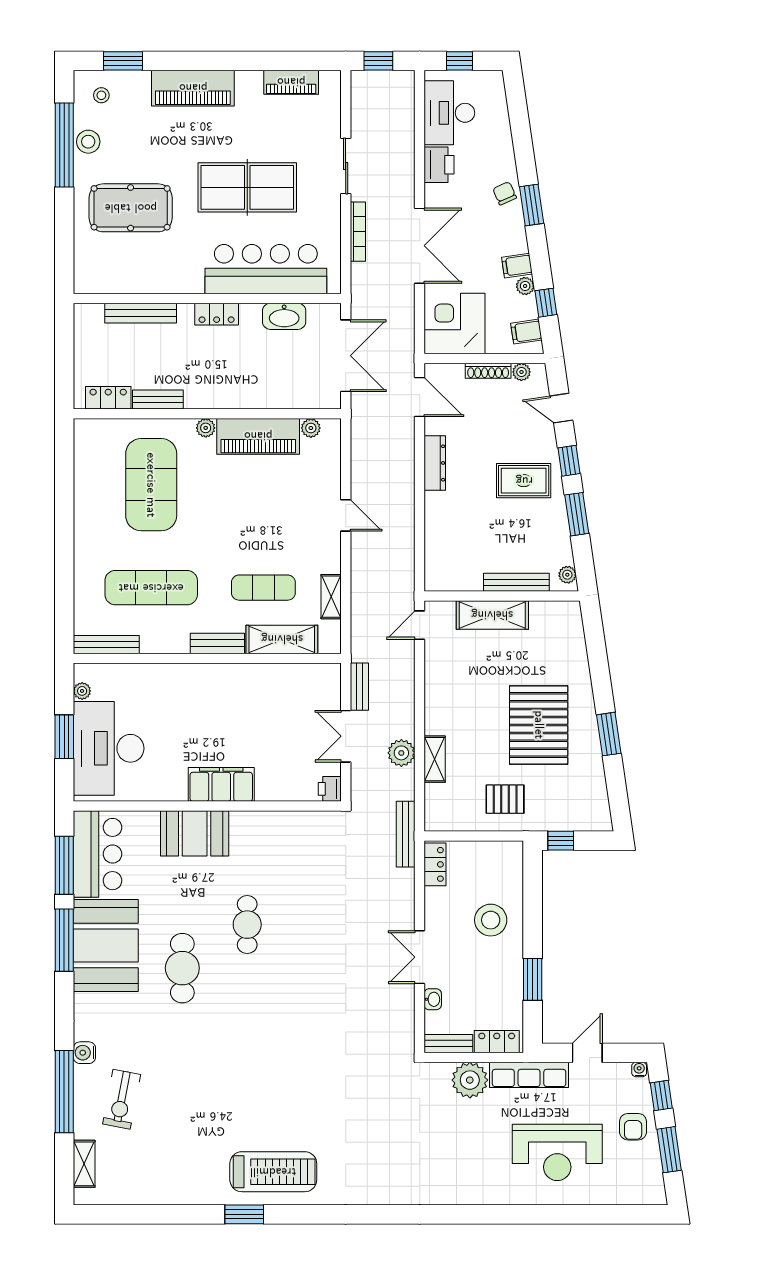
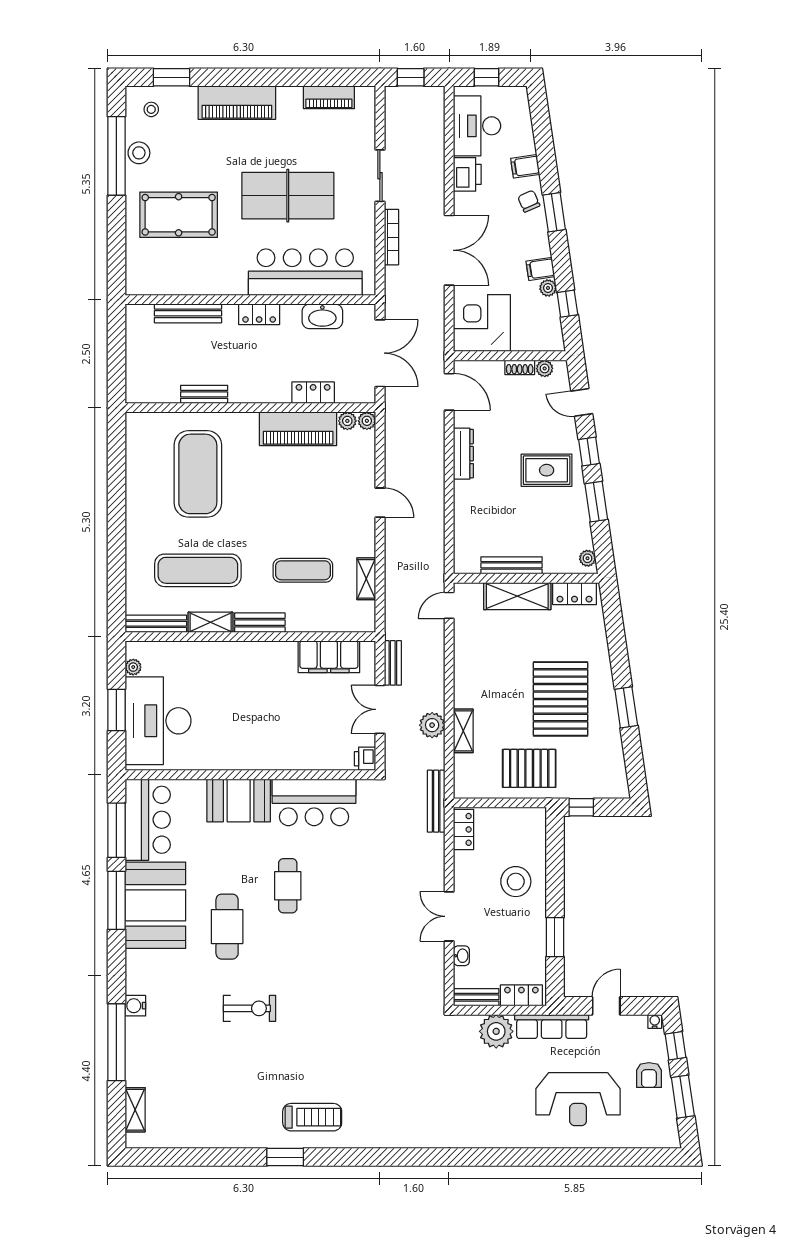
filing cabinet: (526, 332) -> (525, 166), moved
shoe rack: (488, 371) -> (520, 367), width x0.70
locker: (108, 398) -> (313, 393), moved
plant: (206, 428) -> (367, 421), moved
bench: (516, 582) -> (512, 565), moved
locker: (553, 612) -> (574, 594), added
shelving: (282, 639) -> (211, 622), moved, width x0.67, depth x0.75
filing cabinet: (221, 784) -> (329, 657), moved, turned 180
pallet: (505, 799) -> (529, 768), width x1.50, depth x1.42
bar counter: (275, 835) -> (314, 802), added
exercise bike: (122, 1099) -> (250, 1008), moved, turned -101
treadmill: (273, 1172) -> (312, 1117), width x0.73, depth x0.73

